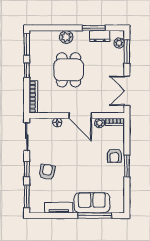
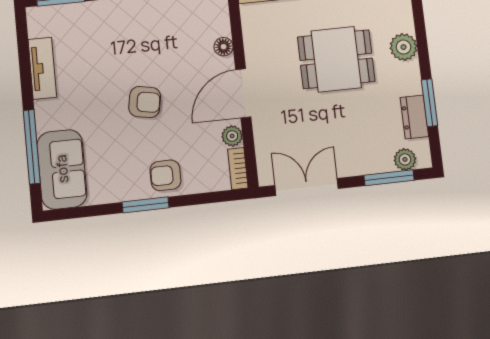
armchair: (47, 172) -> (145, 102), moved
sofa: (92, 203) -> (62, 169), moved

